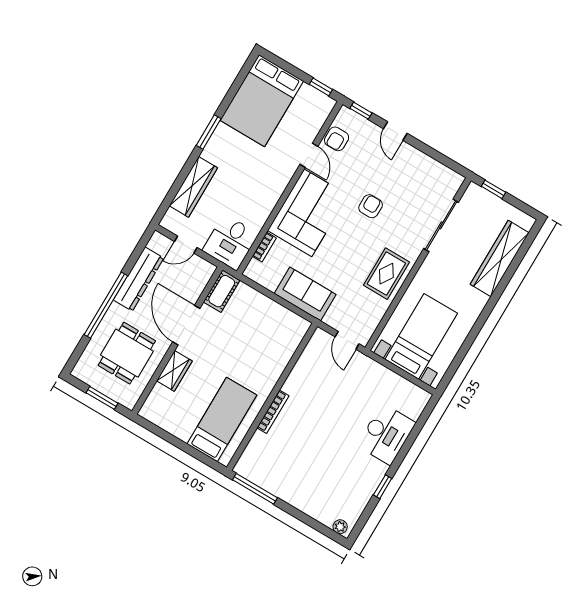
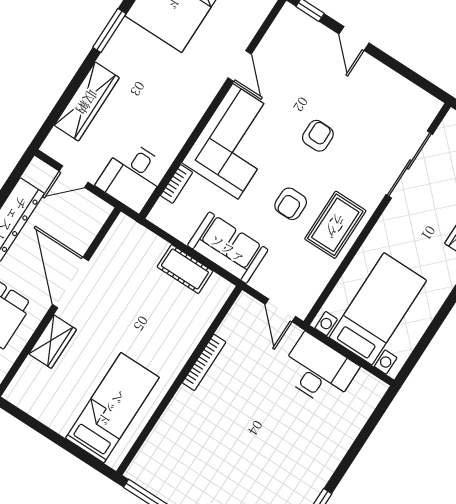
armchair: (337, 139) -> (291, 204), moved
cot: (222, 291) -> (185, 269), moved, turned 90
bookcase: (273, 412) -> (204, 362), moved
desk: (386, 434) -> (318, 370), moved, turned -90

